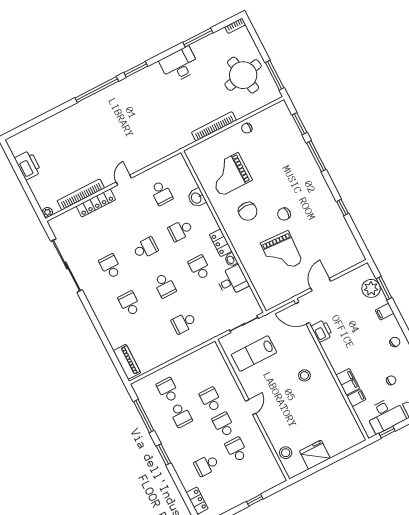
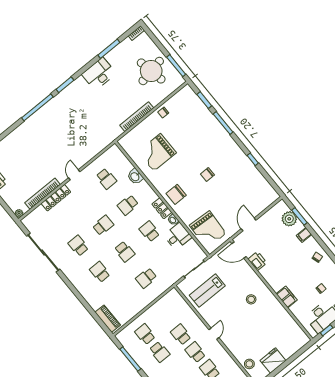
chair: (248, 211) -> (176, 194), moved, turned 90
grand piano: (281, 253) -> (208, 229), moved
filing cabinet: (356, 398) -> (296, 308), removed

